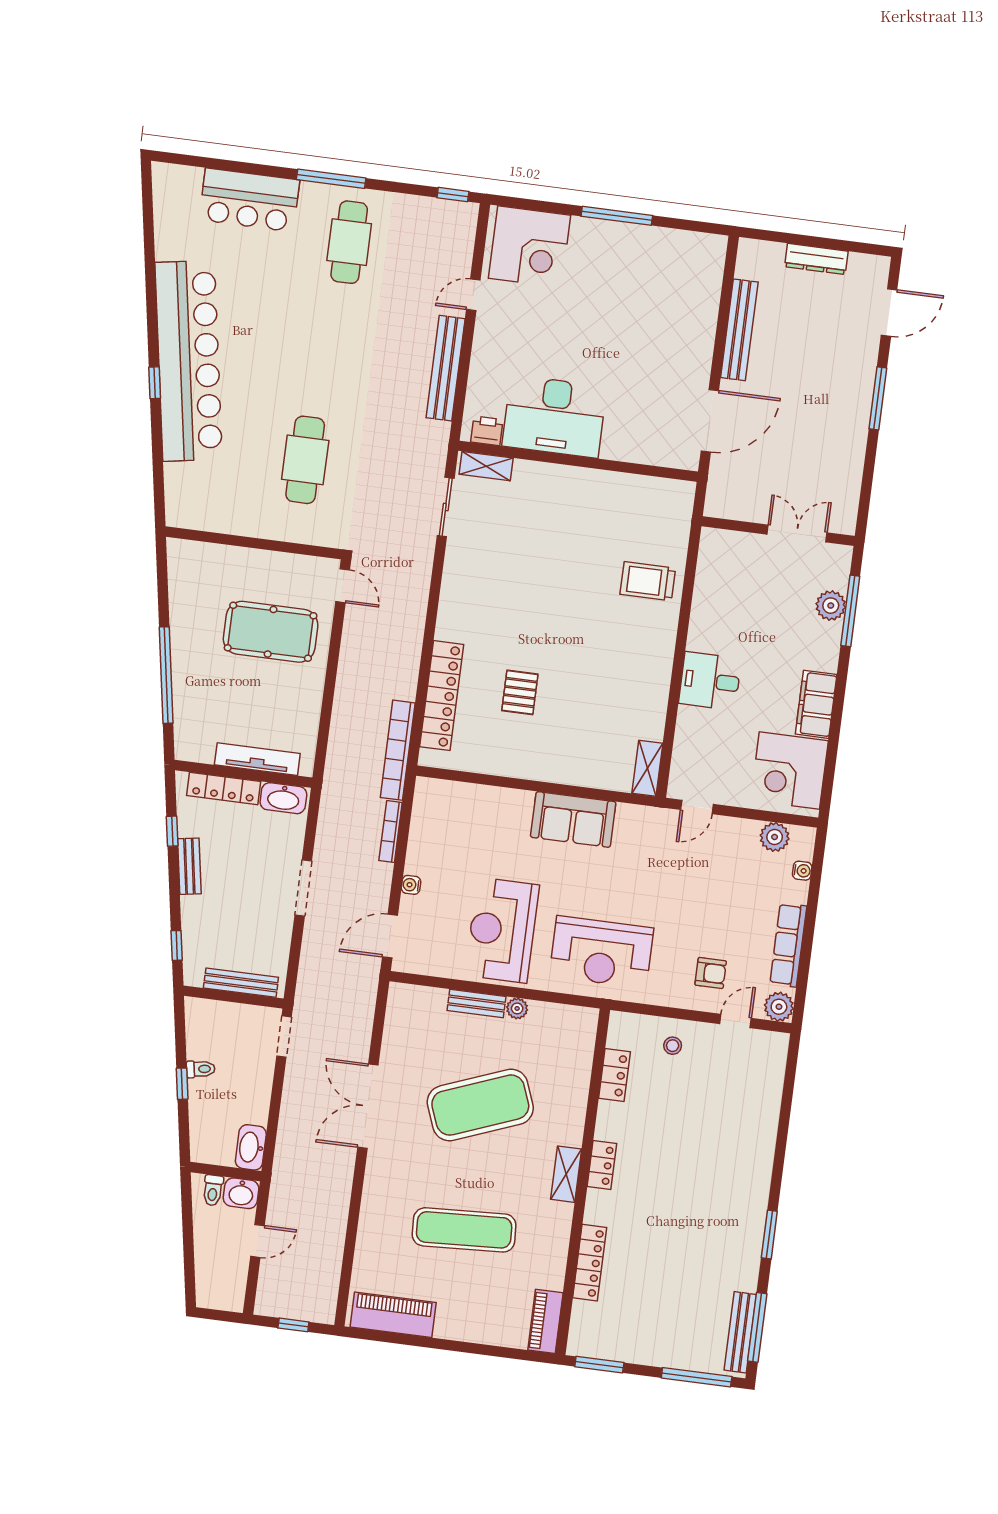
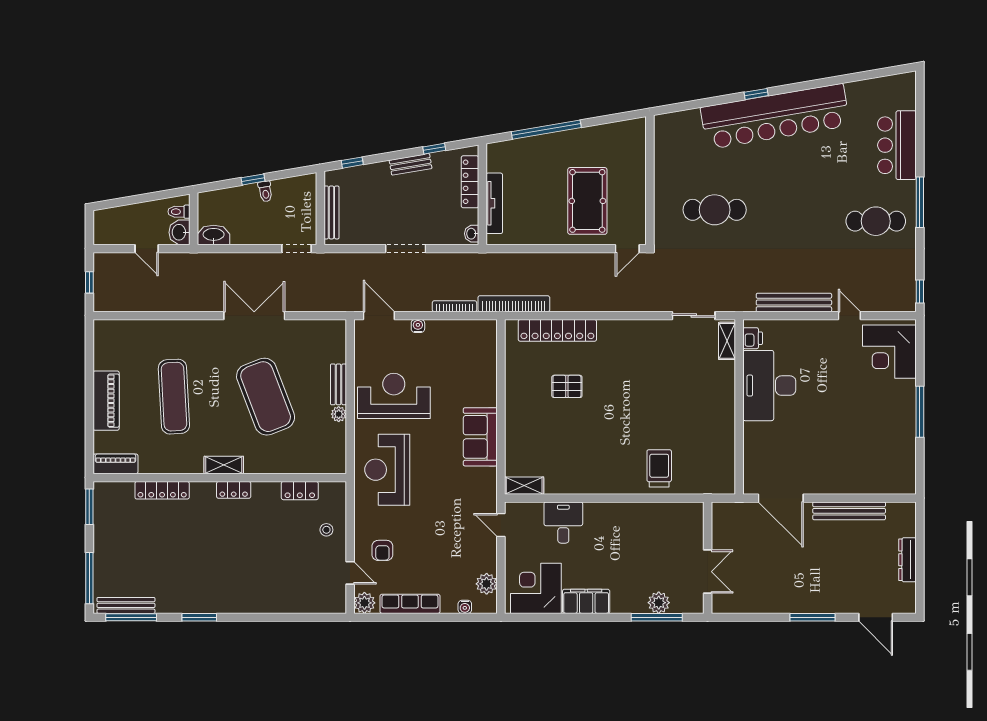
desk: (710, 681) -> (563, 523), moved
washbasin: (283, 798) -> (472, 234), width x0.52, depth x0.69
piano: (393, 1315) -> (106, 401), moved

